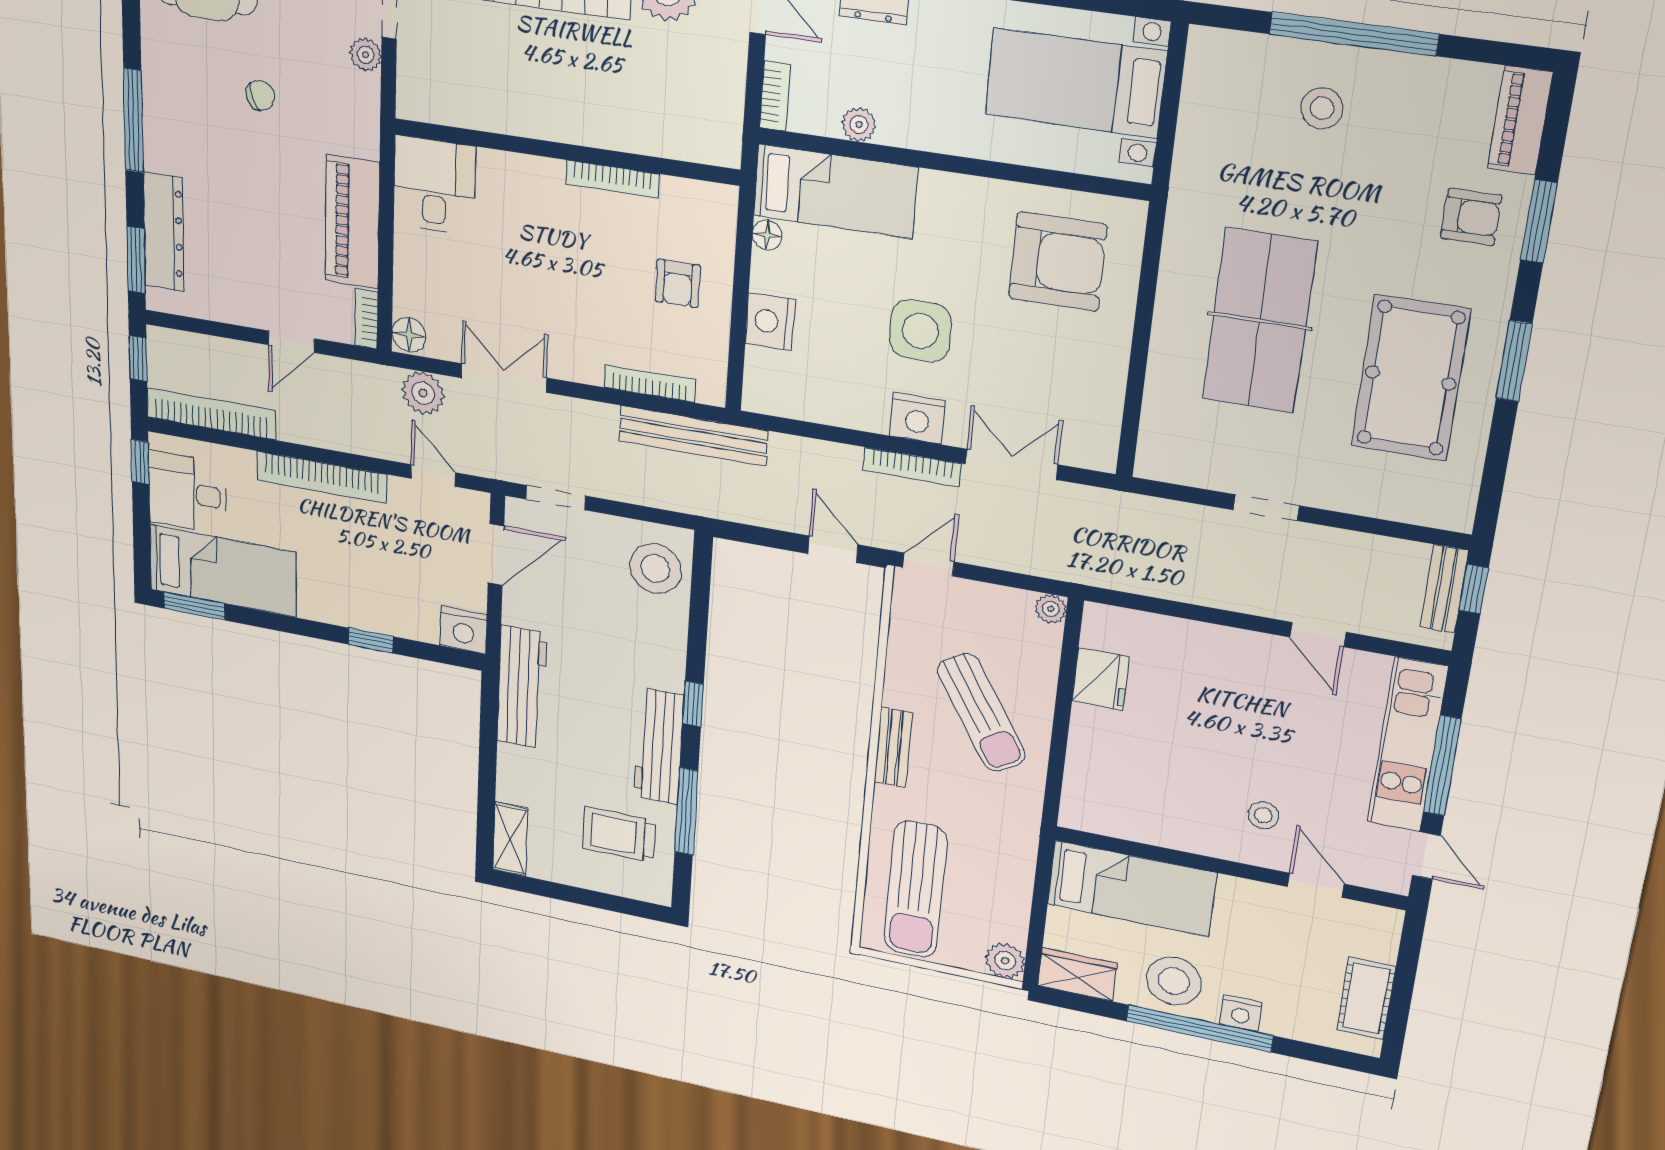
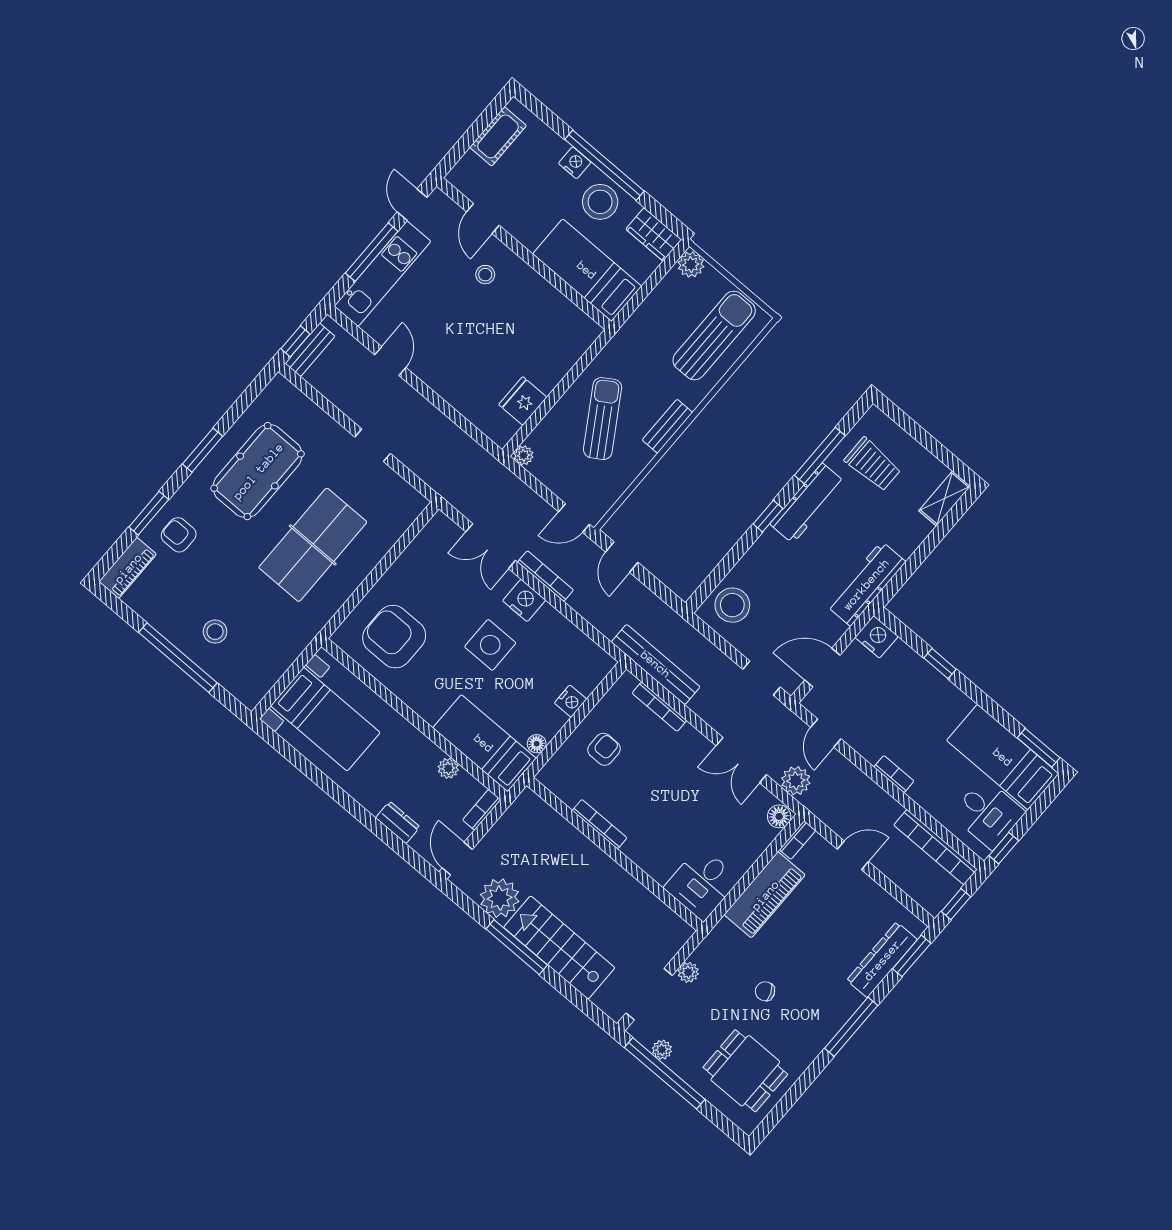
nightstand: (770, 322) -> (571, 701), width x0.74, depth x0.75
bookcase: (321, 477) -> (894, 774), width x0.43, depth x0.76

